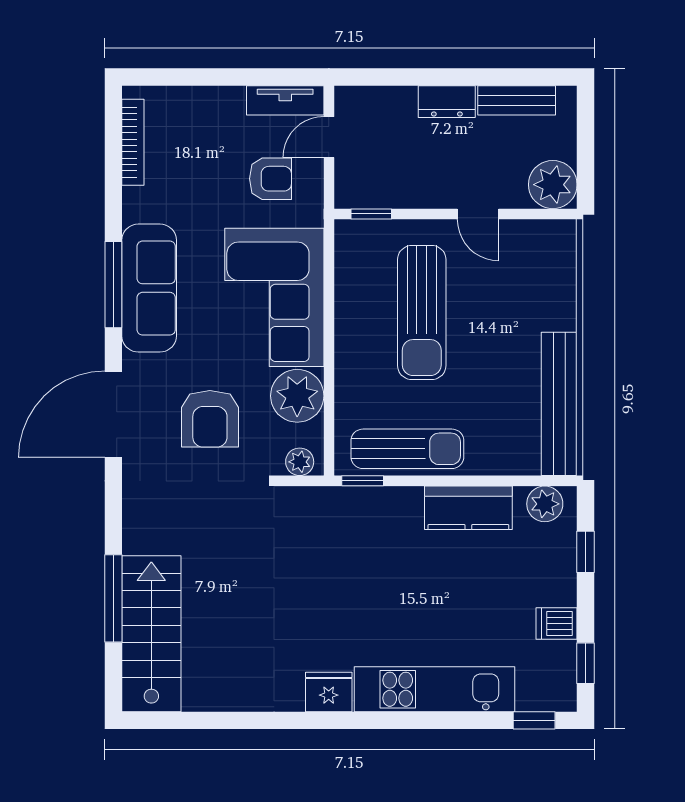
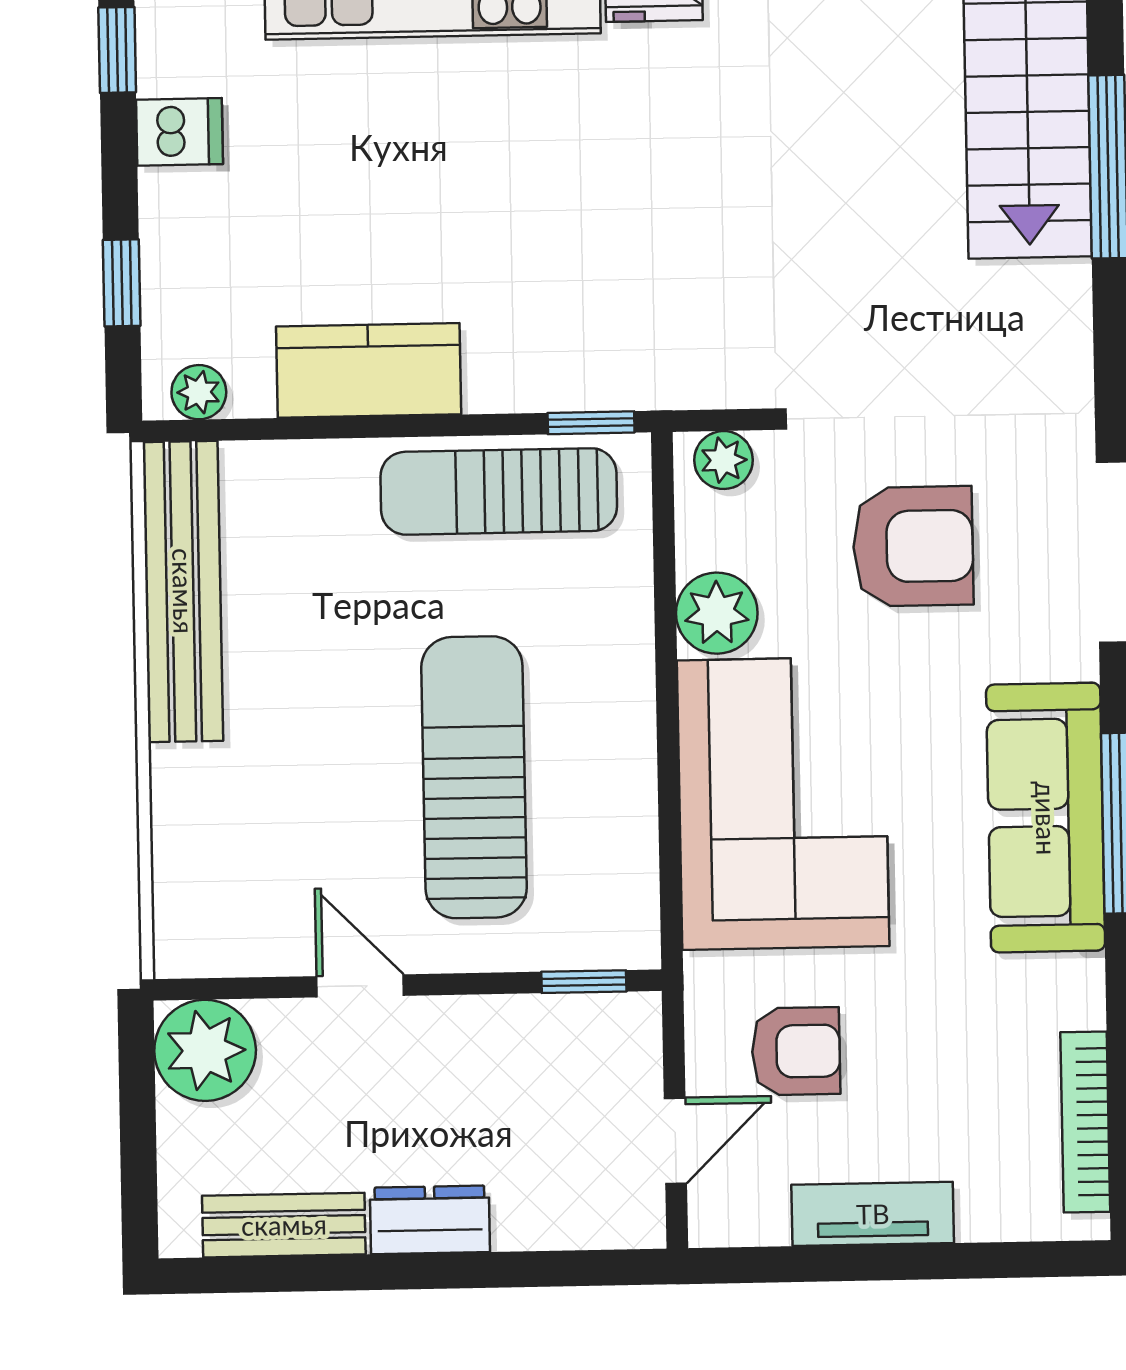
tv unit: (285, 100) -> (873, 1214), moved
armchair: (271, 179) -> (796, 1051), turned 180
plant: (297, 396) -> (717, 613), width x0.73, depth x0.73
armchair: (210, 419) -> (913, 546), turned 90
plant: (545, 504) -> (199, 392), width x0.73, depth x0.73

